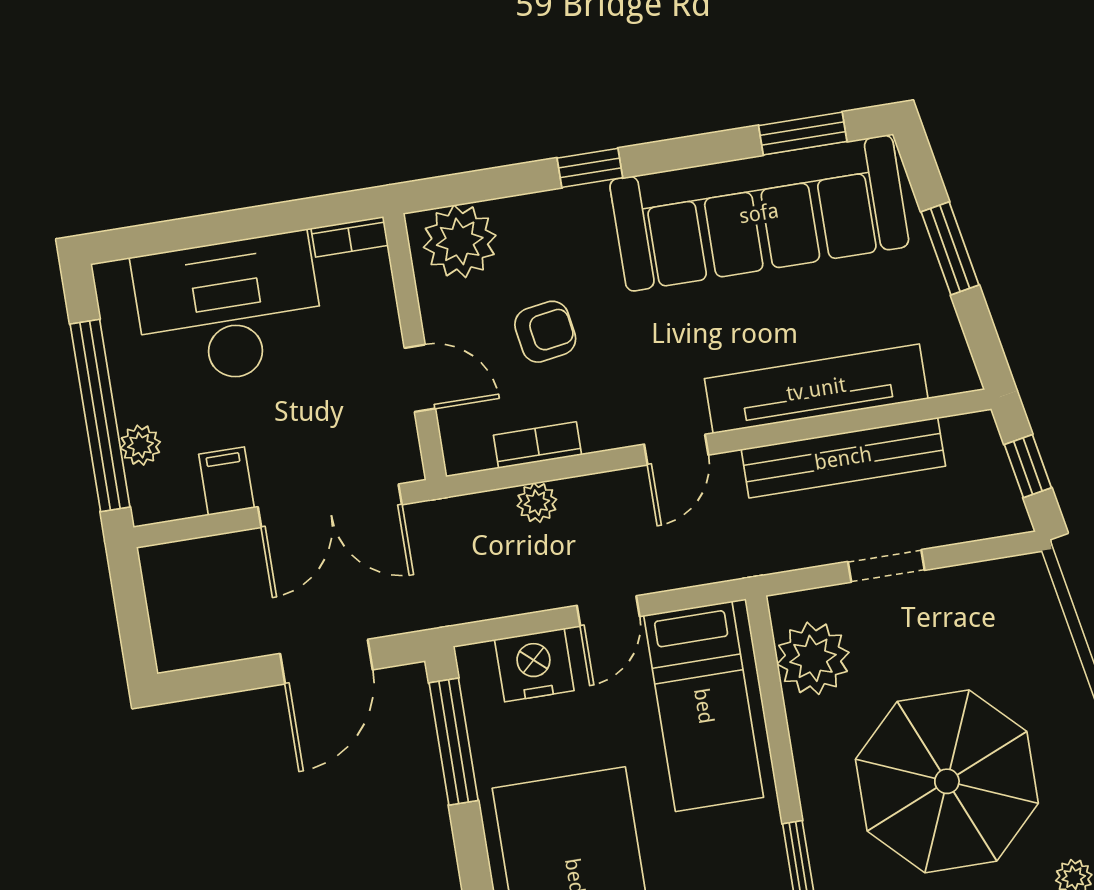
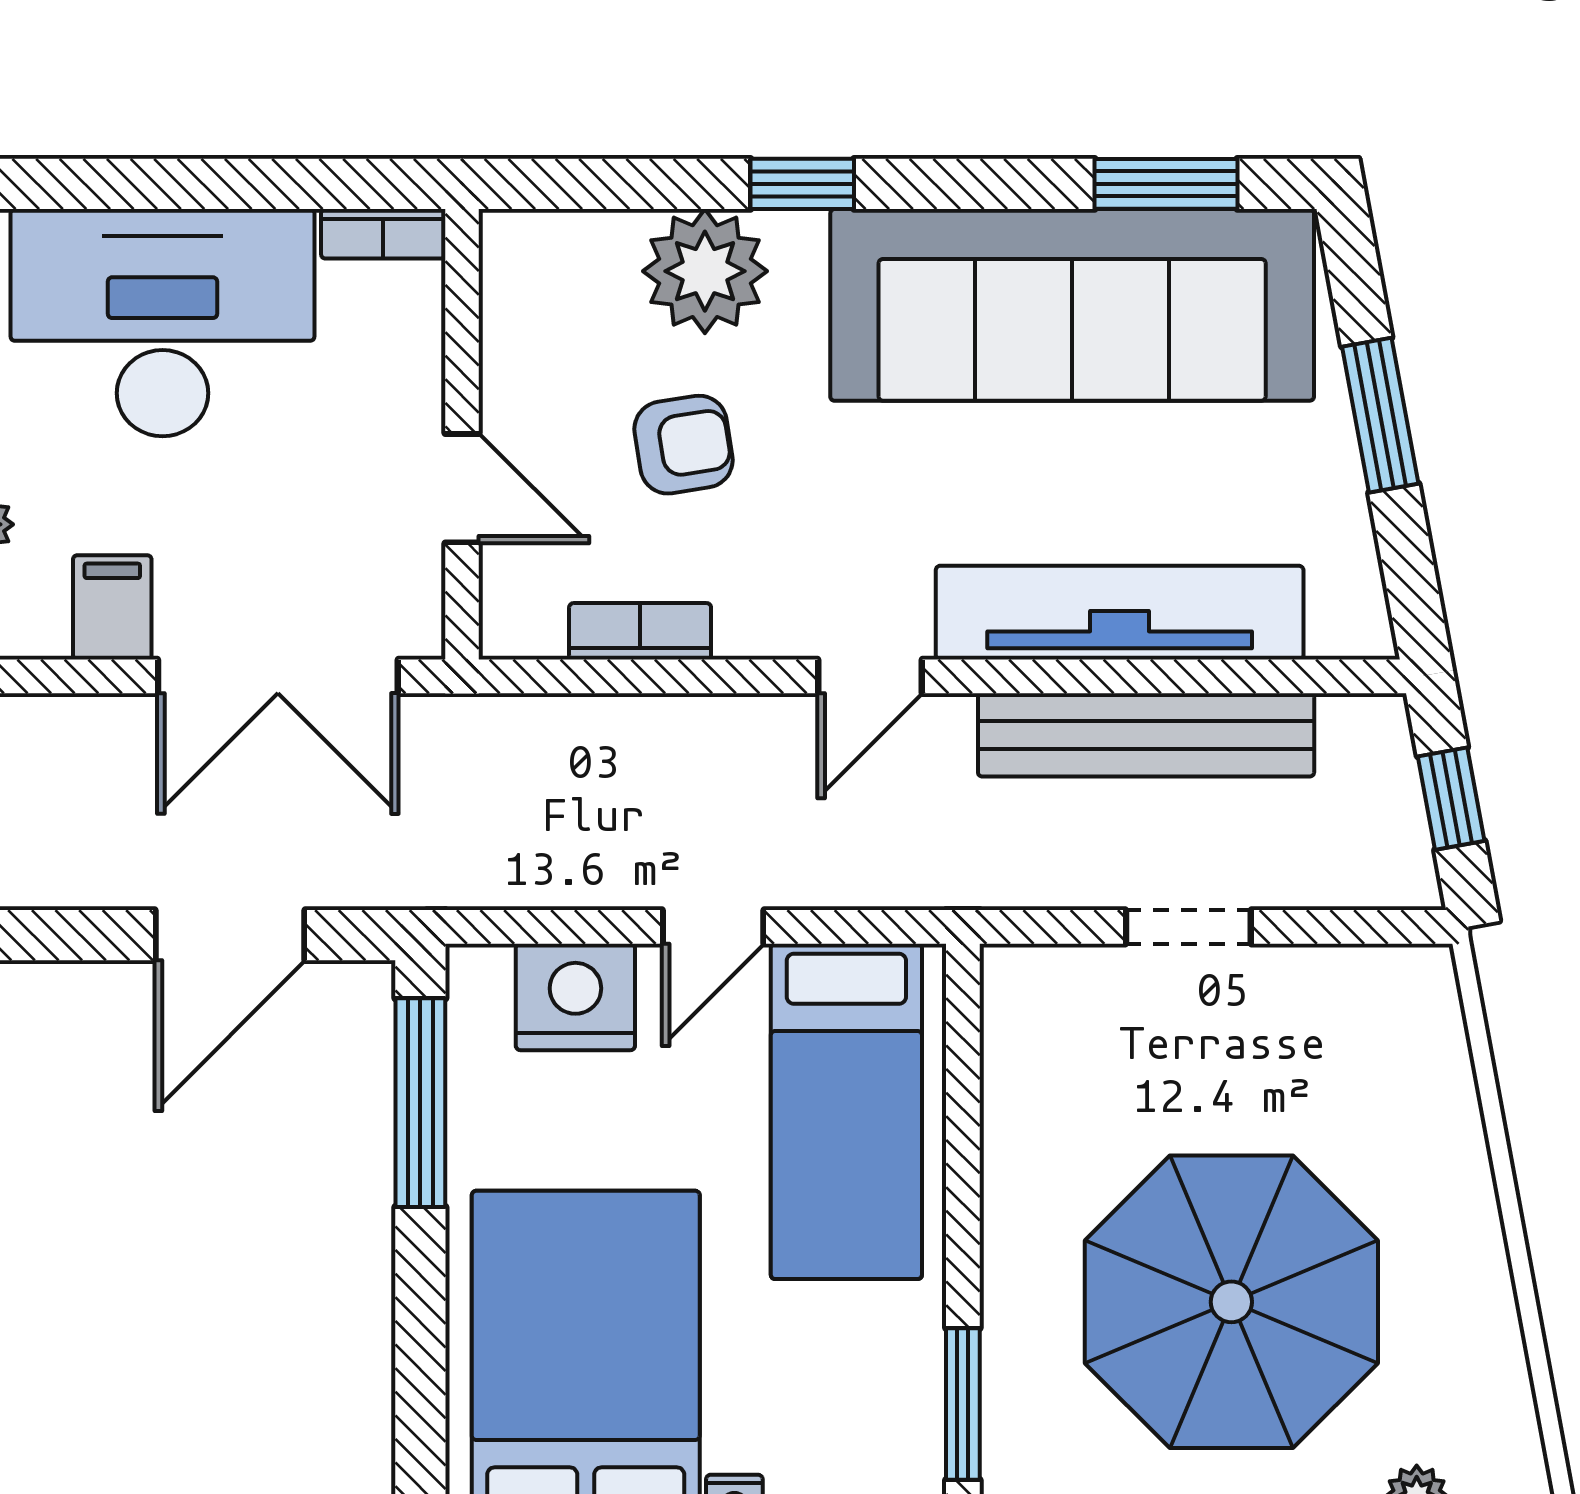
plant: (460, 241) -> (705, 271), moved
plant: (537, 503) -> (624, 727), removed
plant: (813, 658) -> (1041, 1061), removed

